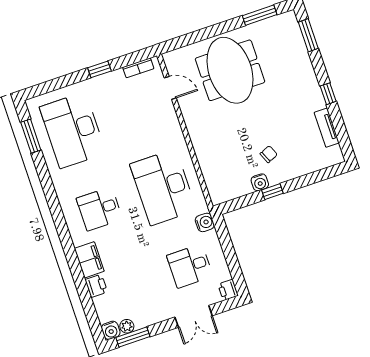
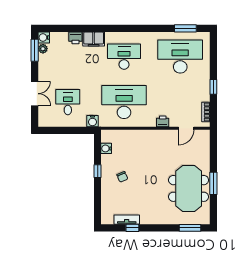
window: (260, 15) -> (213, 183), moved
meeting table: (230, 70) -> (189, 188), moved, turned 90
window: (328, 94) -> (132, 228), moved
water cooler: (260, 182) -> (106, 148), moved
desk: (99, 209) -> (124, 57), width x1.37
printer: (228, 290) -> (163, 121), moved
double door: (194, 316) -> (35, 94), swing flipped

